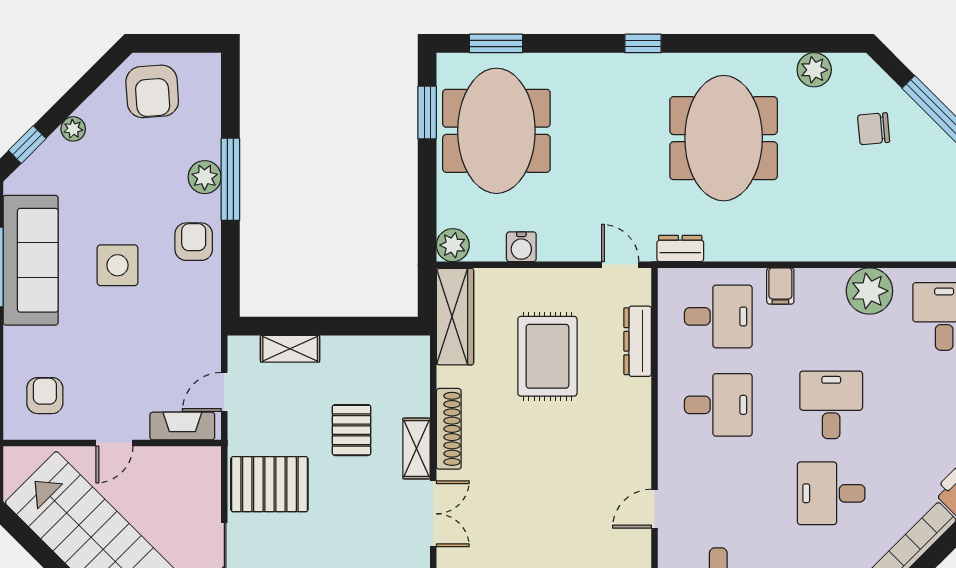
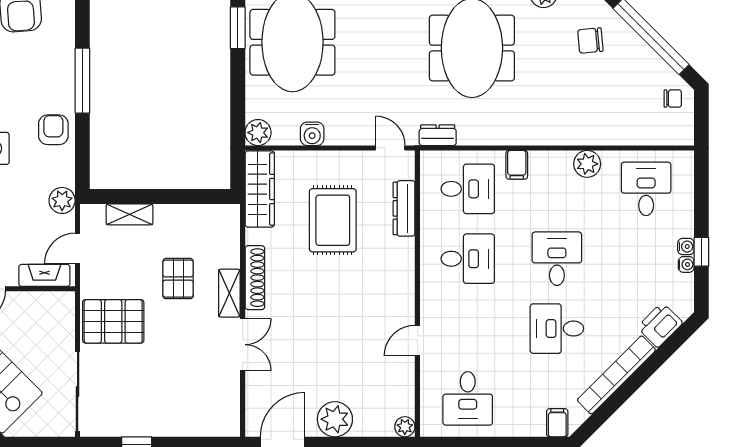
plant: (205, 177) -> (62, 200), moved
plant: (869, 291) -> (587, 164), width x0.73, depth x0.73

